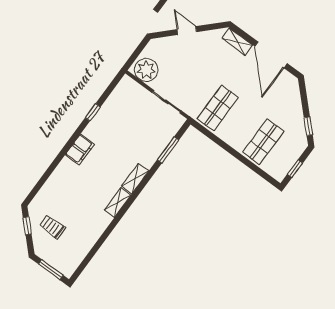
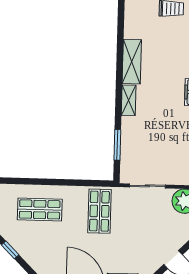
shop shelf: (263, 142) -> (40, 209), turned 90
shelving: (118, 203) -> (132, 62), width x1.50, depth x1.33

